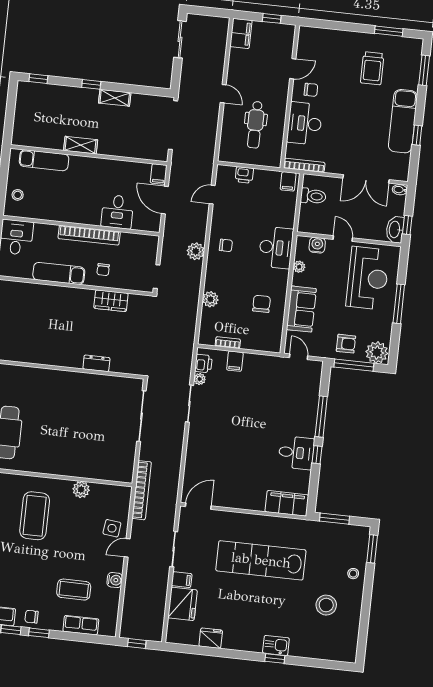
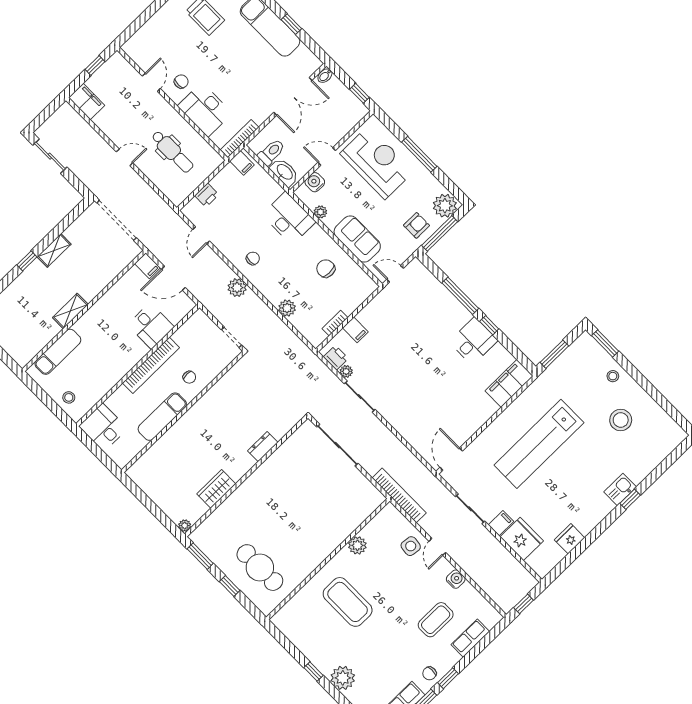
washbasin: (395, 230) -> (284, 172), moved, turned 180
wardrobe: (111, 301) -> (216, 489), moved, turned 180

